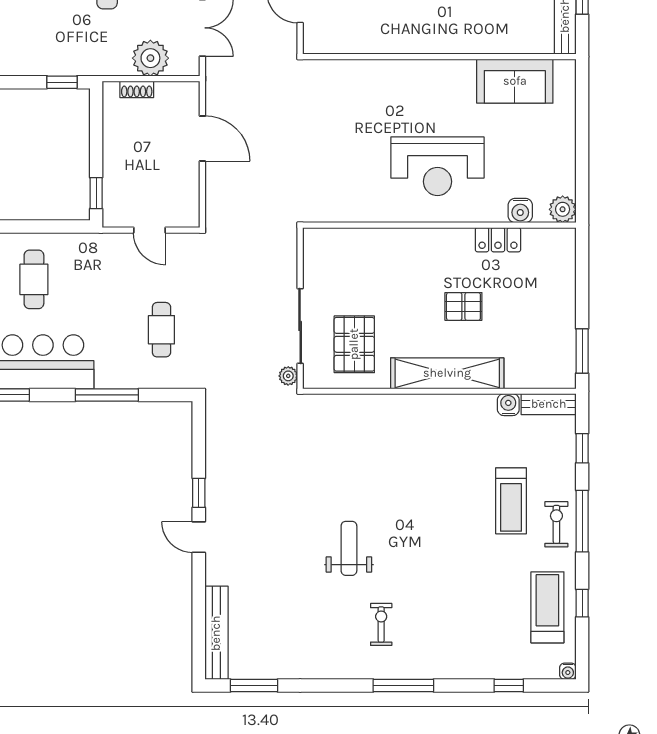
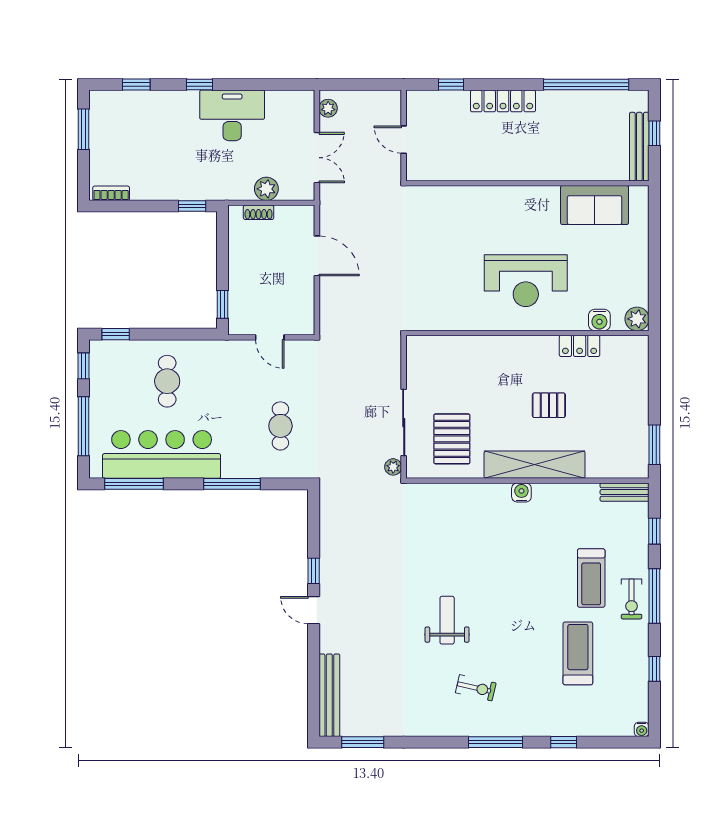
plant: (150, 58) -> (266, 189), width x0.73, depth x0.73
water cooler: (508, 405) -> (521, 492), moved
exercise bike: (556, 524) -> (632, 599), turned 180
treadmill: (547, 607) -> (578, 653), moved
exercise bike: (381, 624) -> (476, 688), turned 103
window: (509, 686) -> (564, 742), moved

